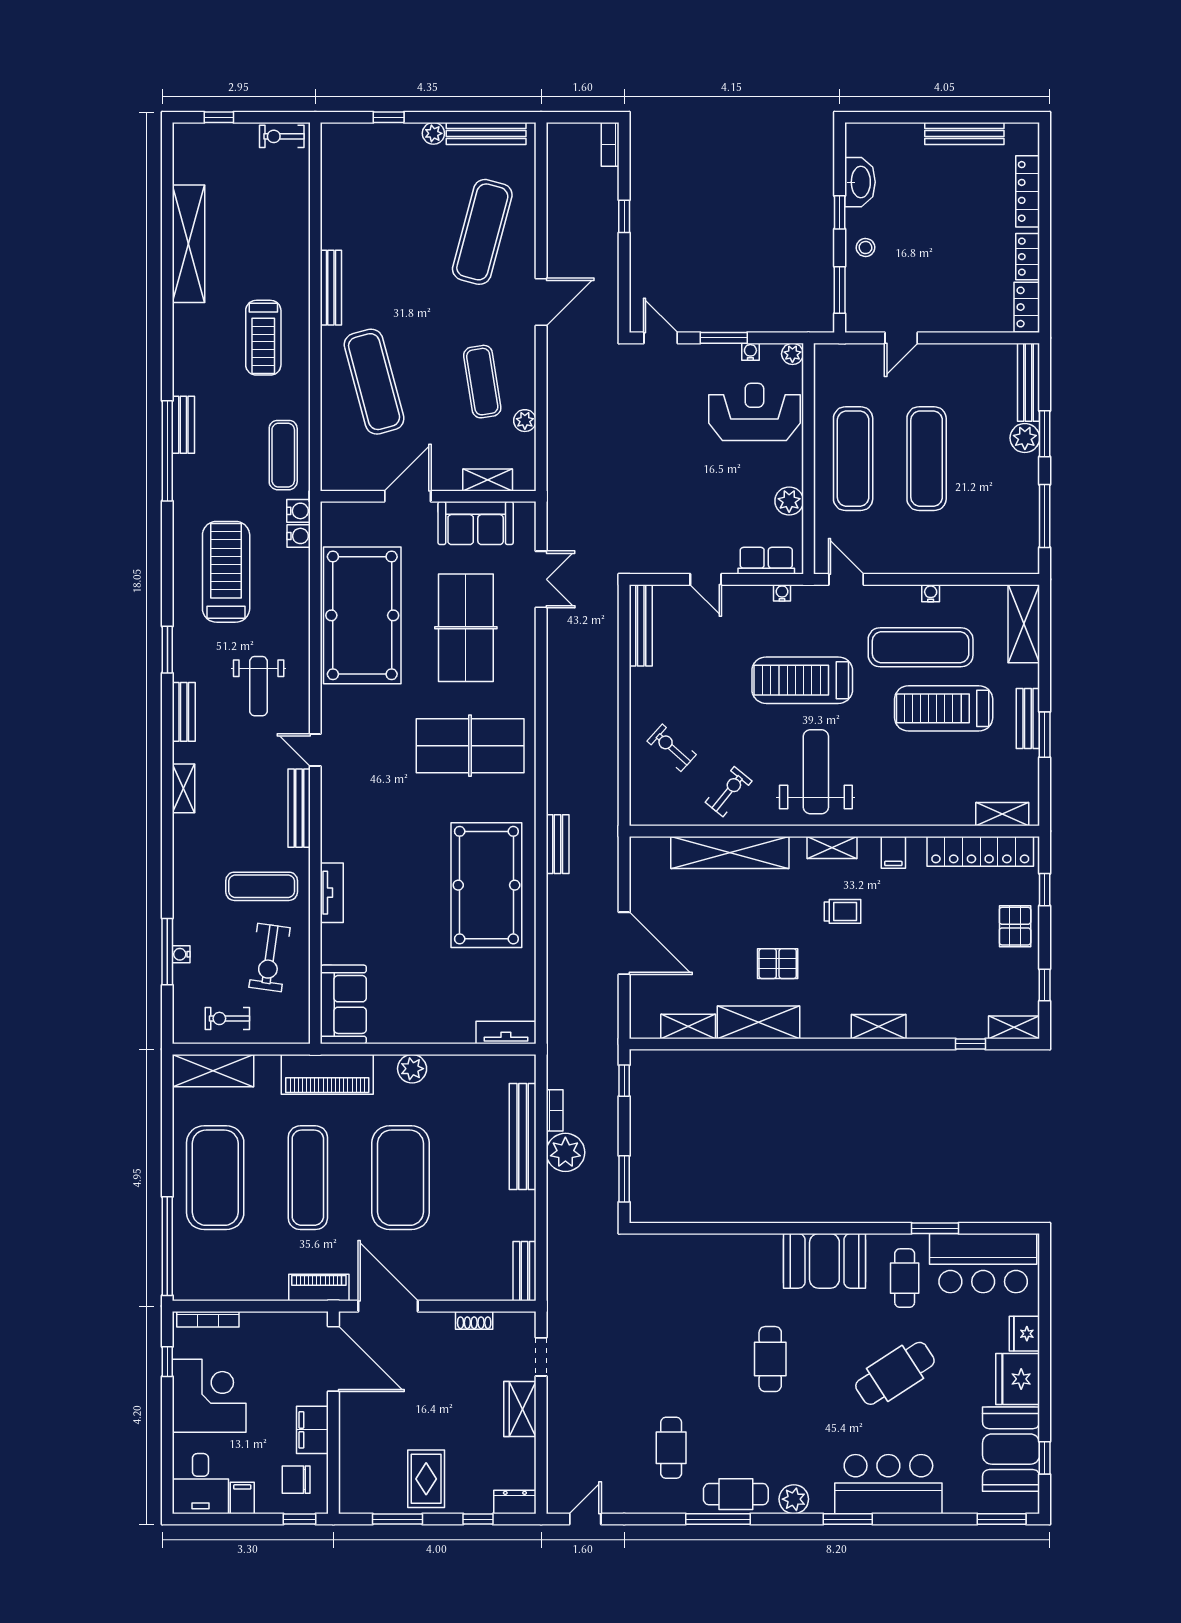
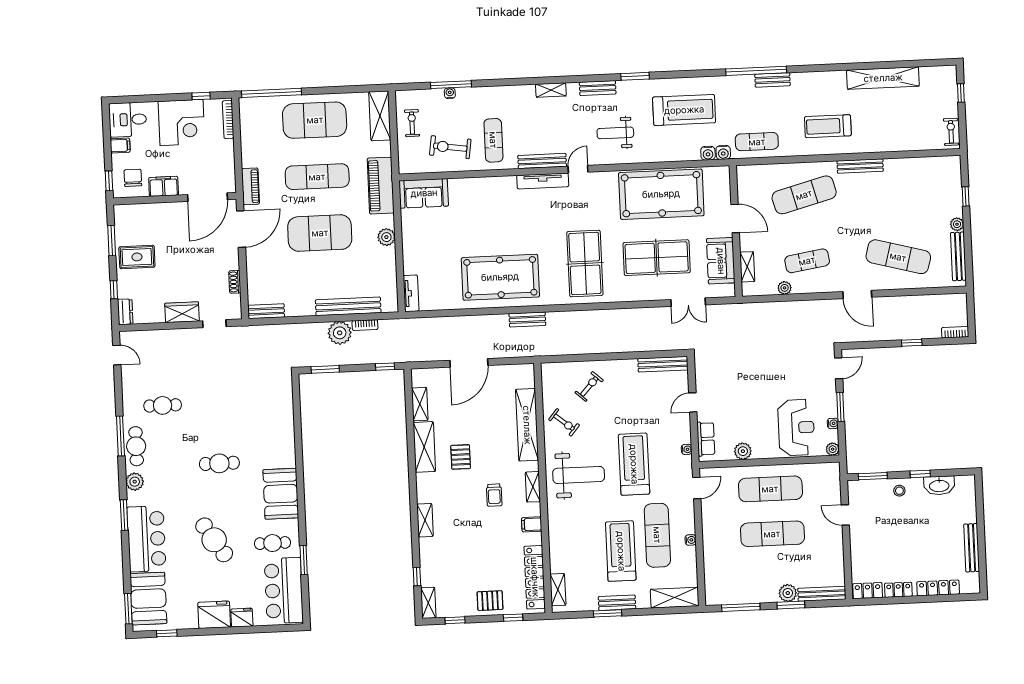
tv unit: (332, 893) -> (543, 181), moved, width x1.41
booth: (1011, 1449) -> (148, 599), moved, turned 90

